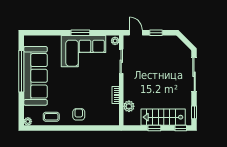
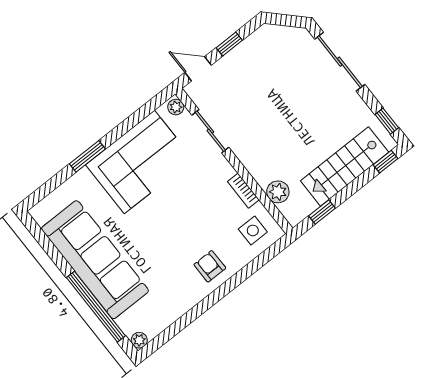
window: (80, 33) -> (87, 156), moved
window: (21, 71) -> (96, 307), moved
side table: (107, 114) -> (253, 230), added
coffee table: (51, 117) -> (170, 304), removed
window: (154, 128) -> (322, 212), moved

